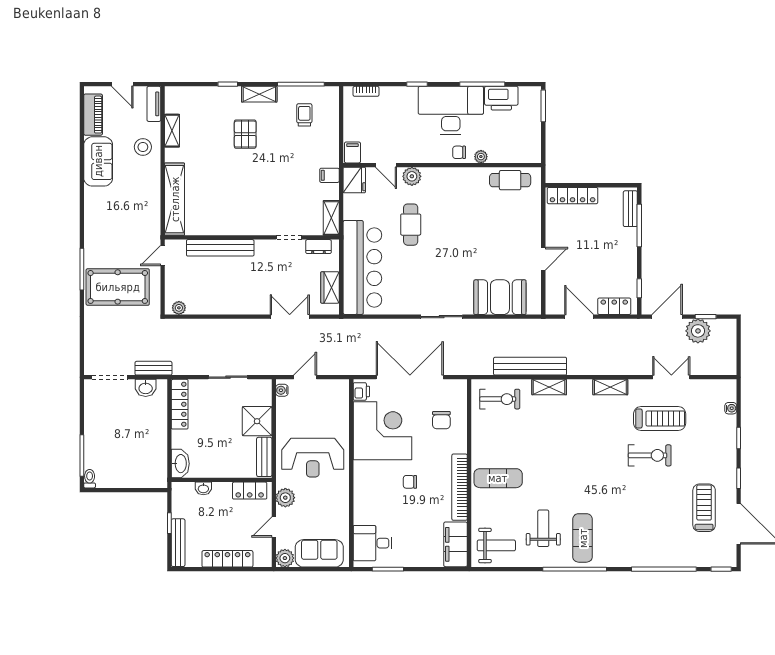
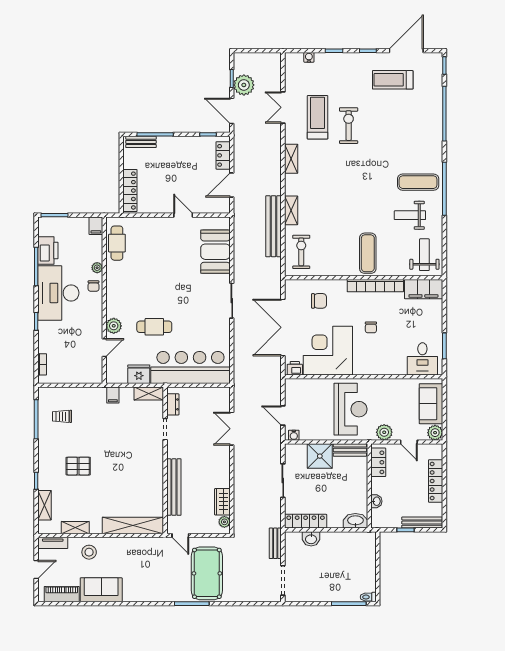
shelving: (259, 94) -> (45, 505), moved
filing cabinet: (352, 152) -> (96, 226), moved, turned -90
fridge: (354, 180) -> (139, 374), moved
wardrobe: (330, 287) -> (222, 502), moved, turned 90
washbasin: (146, 388) -> (311, 539), moved, turned 90

